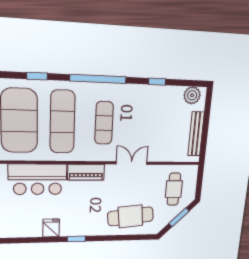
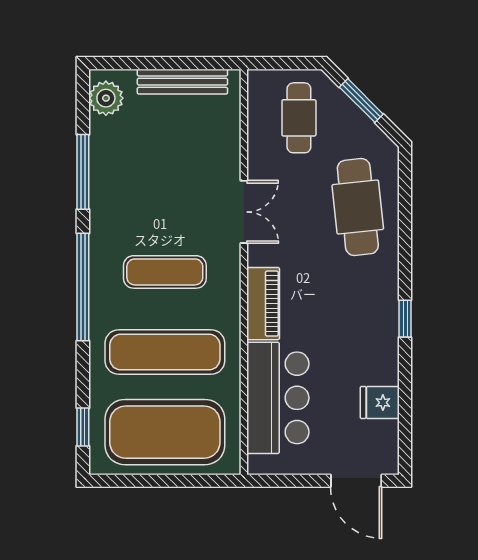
window: (37, 76) -> (83, 427), moved
window: (157, 82) -> (83, 172), width x2.17
double door: (132, 163) -> (244, 212), swing flipped
cafe table: (174, 189) -> (299, 118), turned 90
fridge: (51, 228) -> (380, 403), moved

